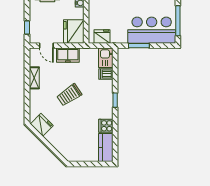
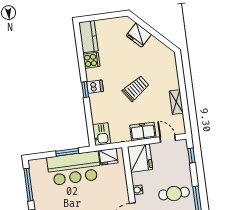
bar counter: (152, 30) -> (74, 168), moved
dishwasher: (106, 74) -> (95, 87), moved
fridge: (42, 125) -> (139, 35), moved

